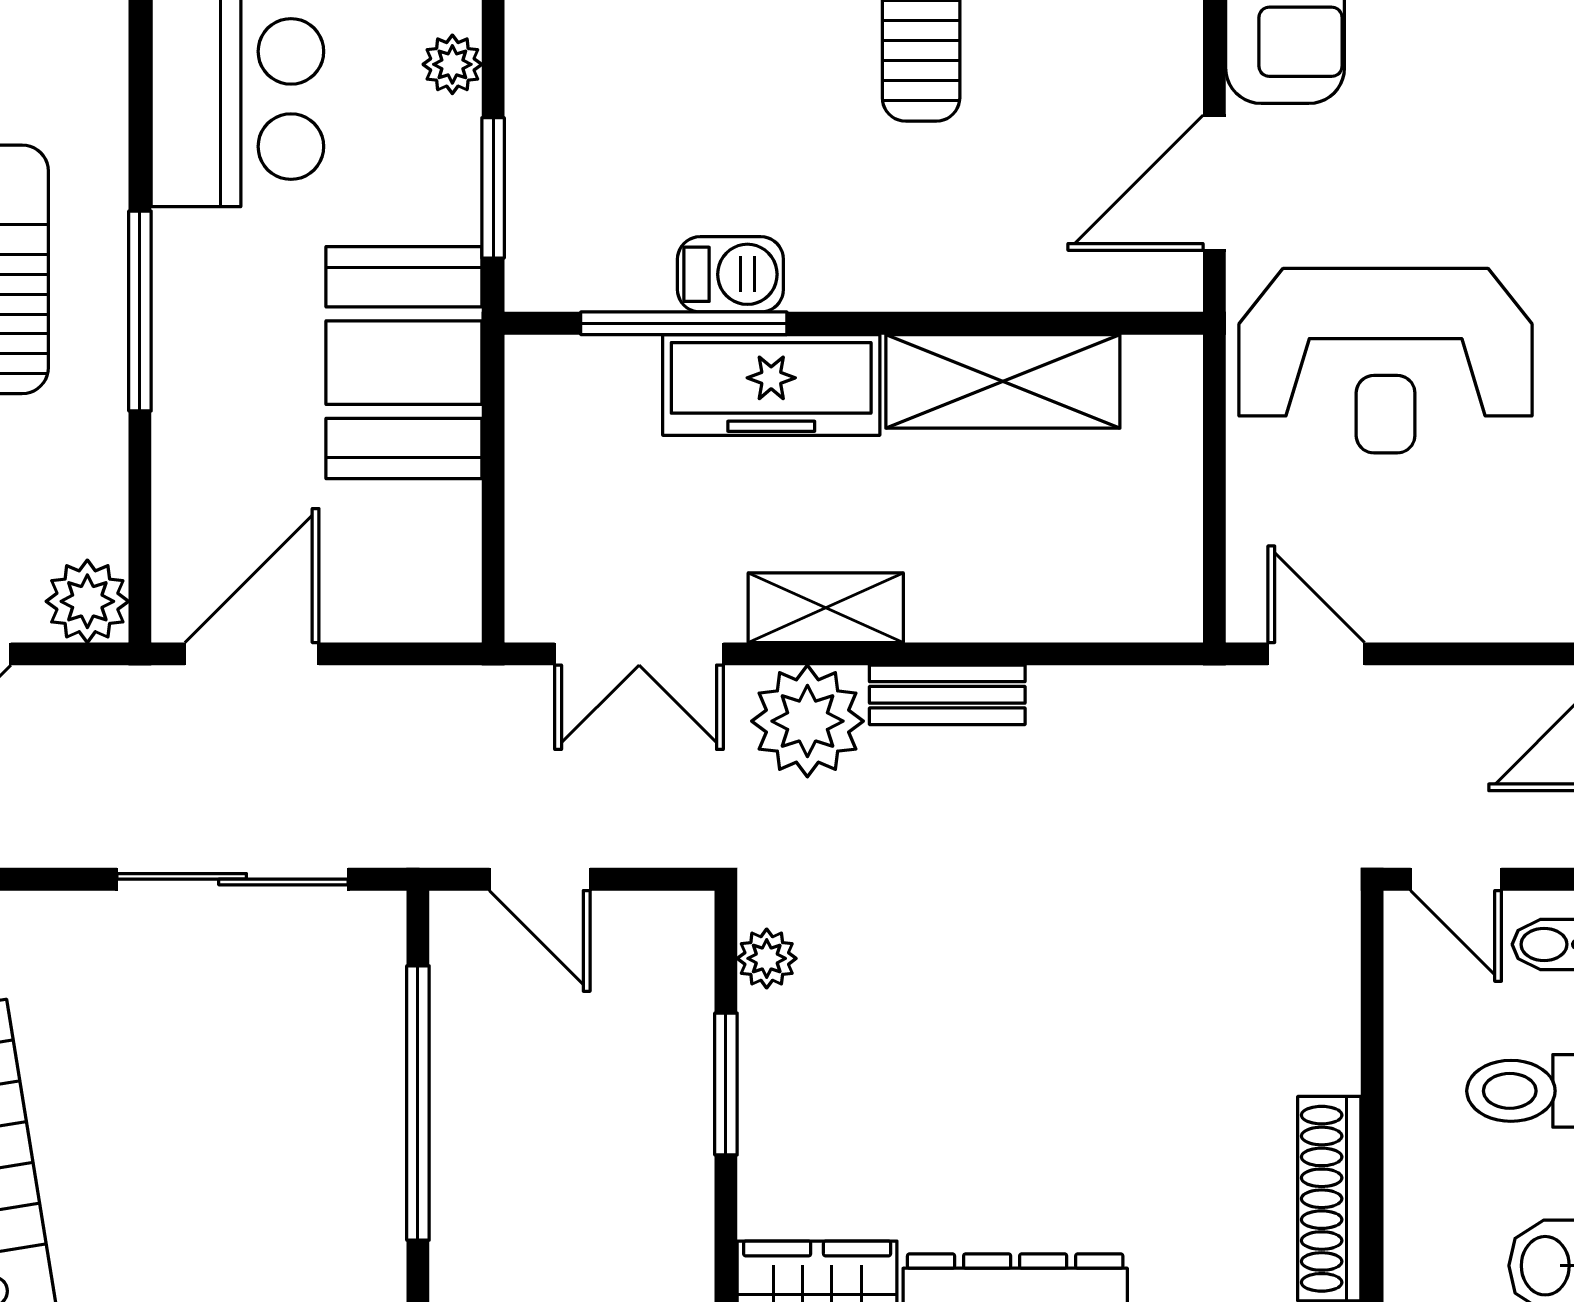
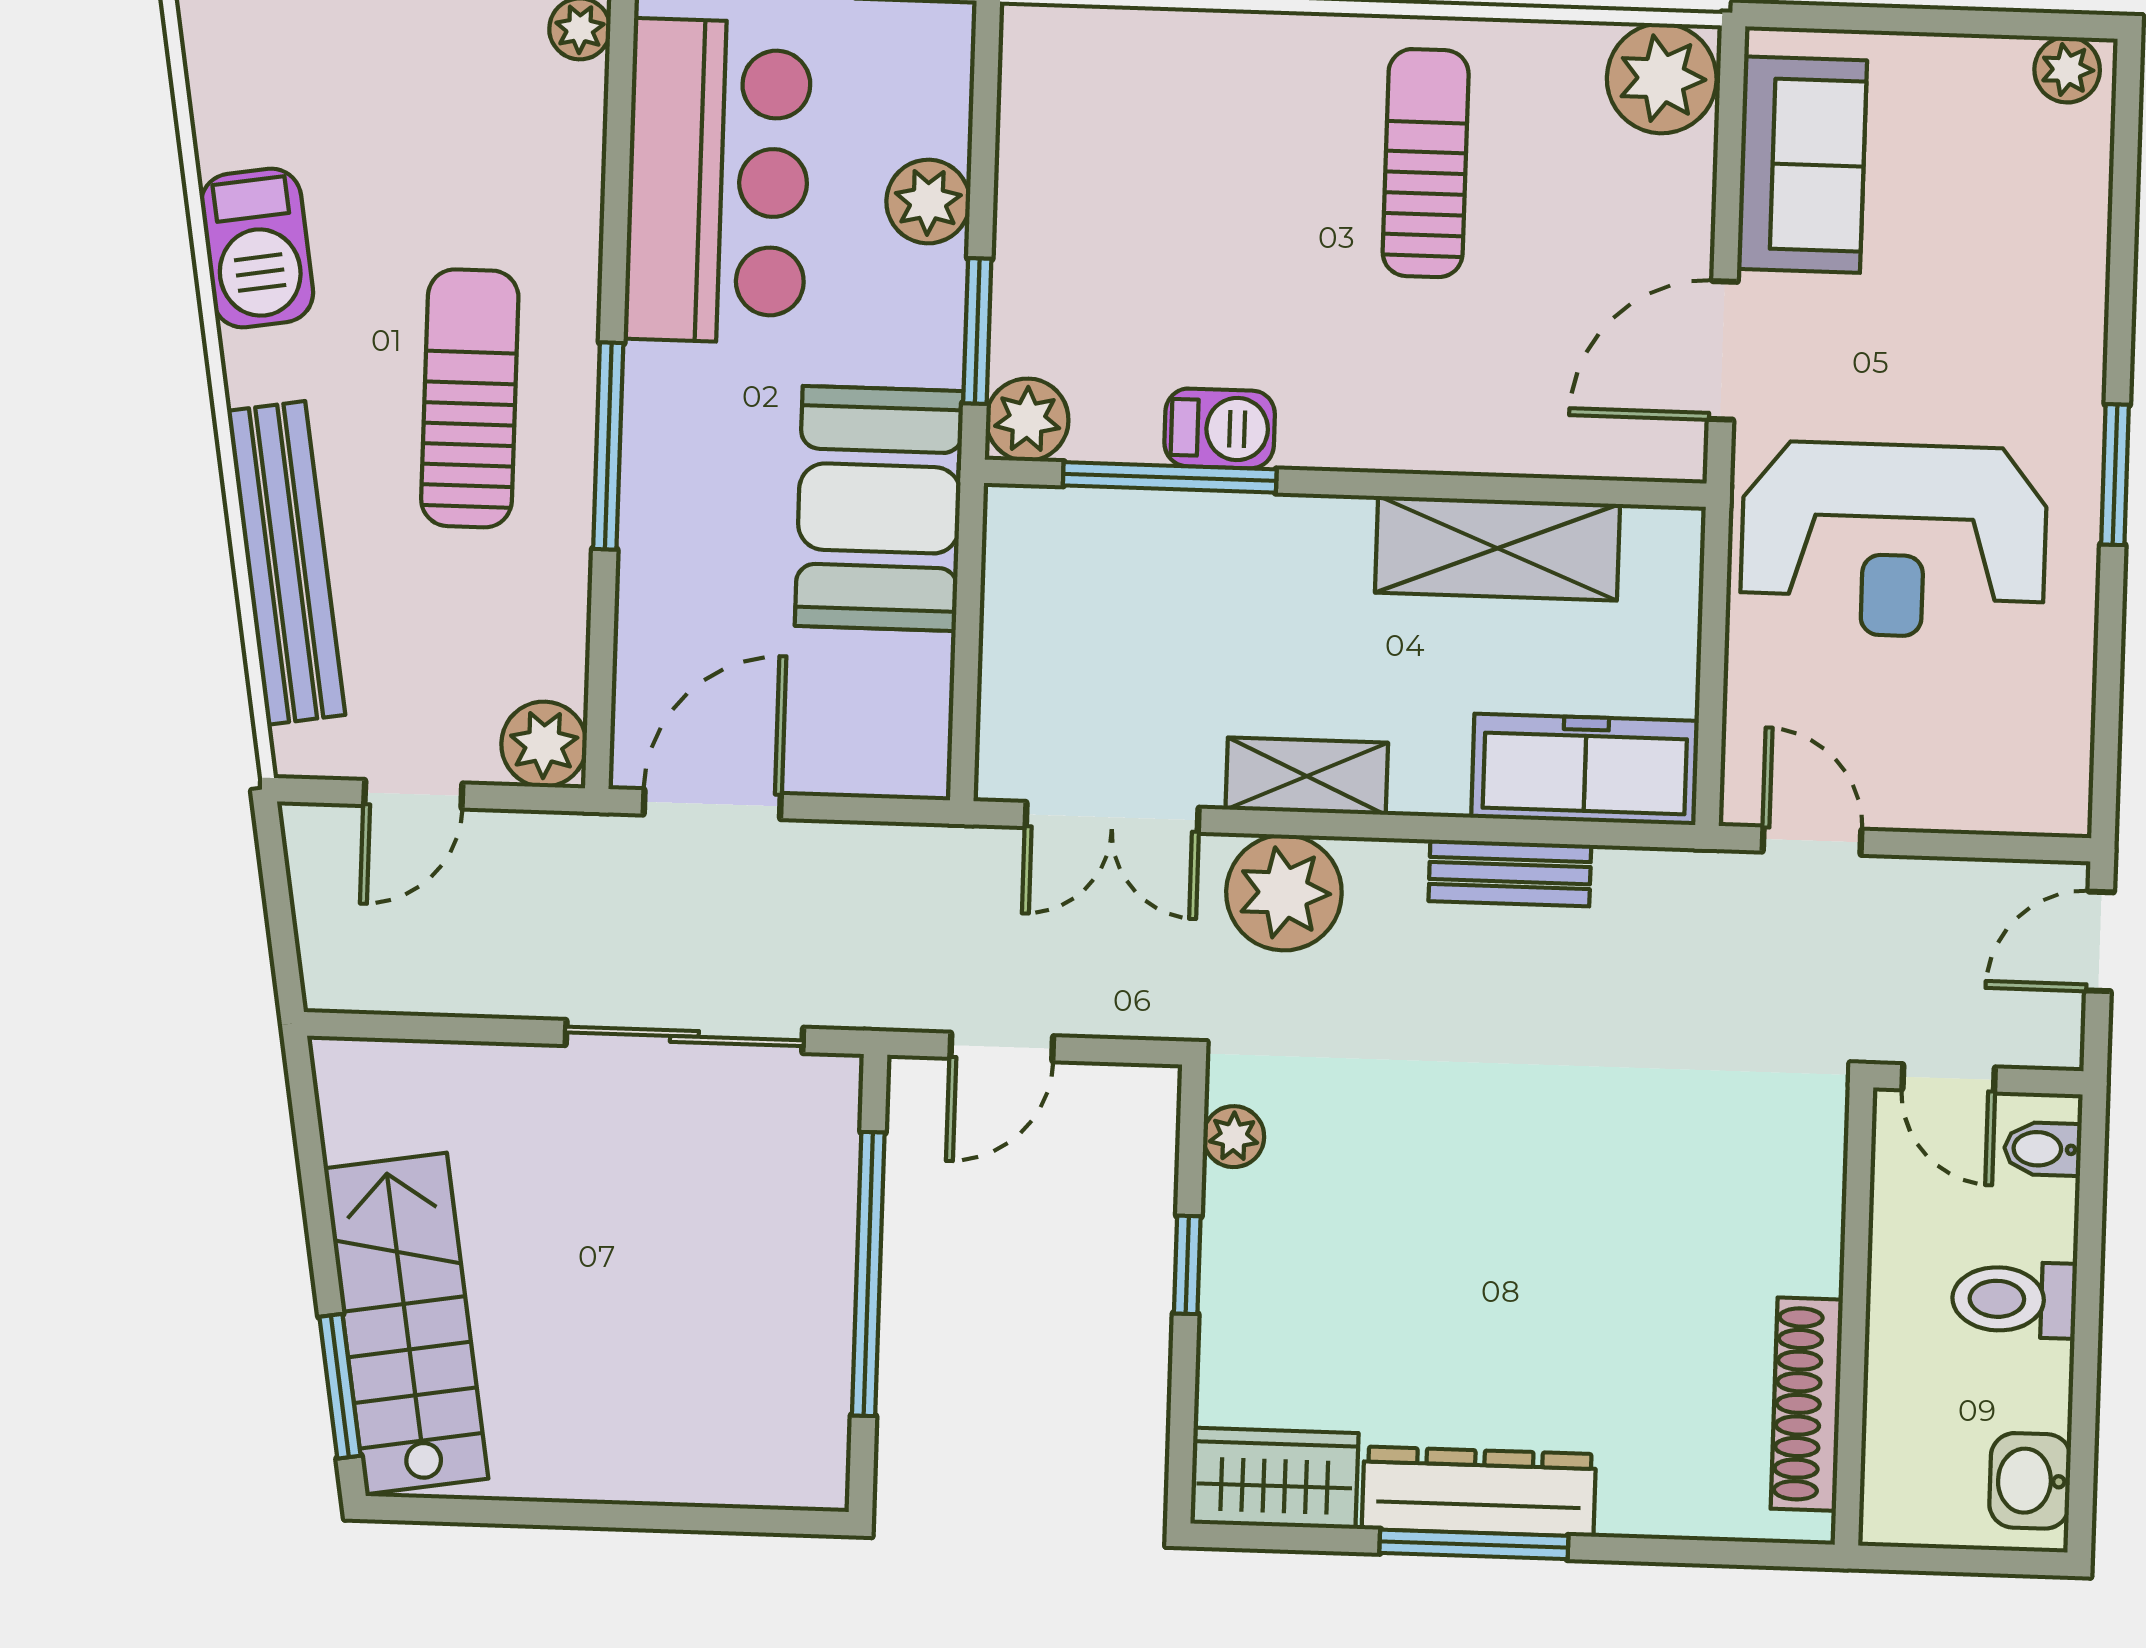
plant: (452, 64) -> (928, 202), width x1.38, depth x1.38
plant: (544, 272) -> (1027, 420), added
freezer: (771, 385) -> (1585, 769), moved, turned 180
bench: (947, 695) -> (1510, 873), moved
door: (540, 879) -> (1002, 1047), hinge flipped
window: (726, 1084) -> (1187, 1265), width x0.67

